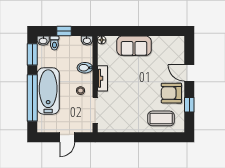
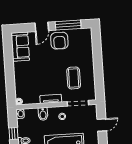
sofa: (134, 46) -> (20, 47), moved
window: (189, 105) -> (68, 25), width x2.17
coffee table: (161, 118) -> (74, 78), moved
door: (67, 137) -> (102, 125), hinge flipped

